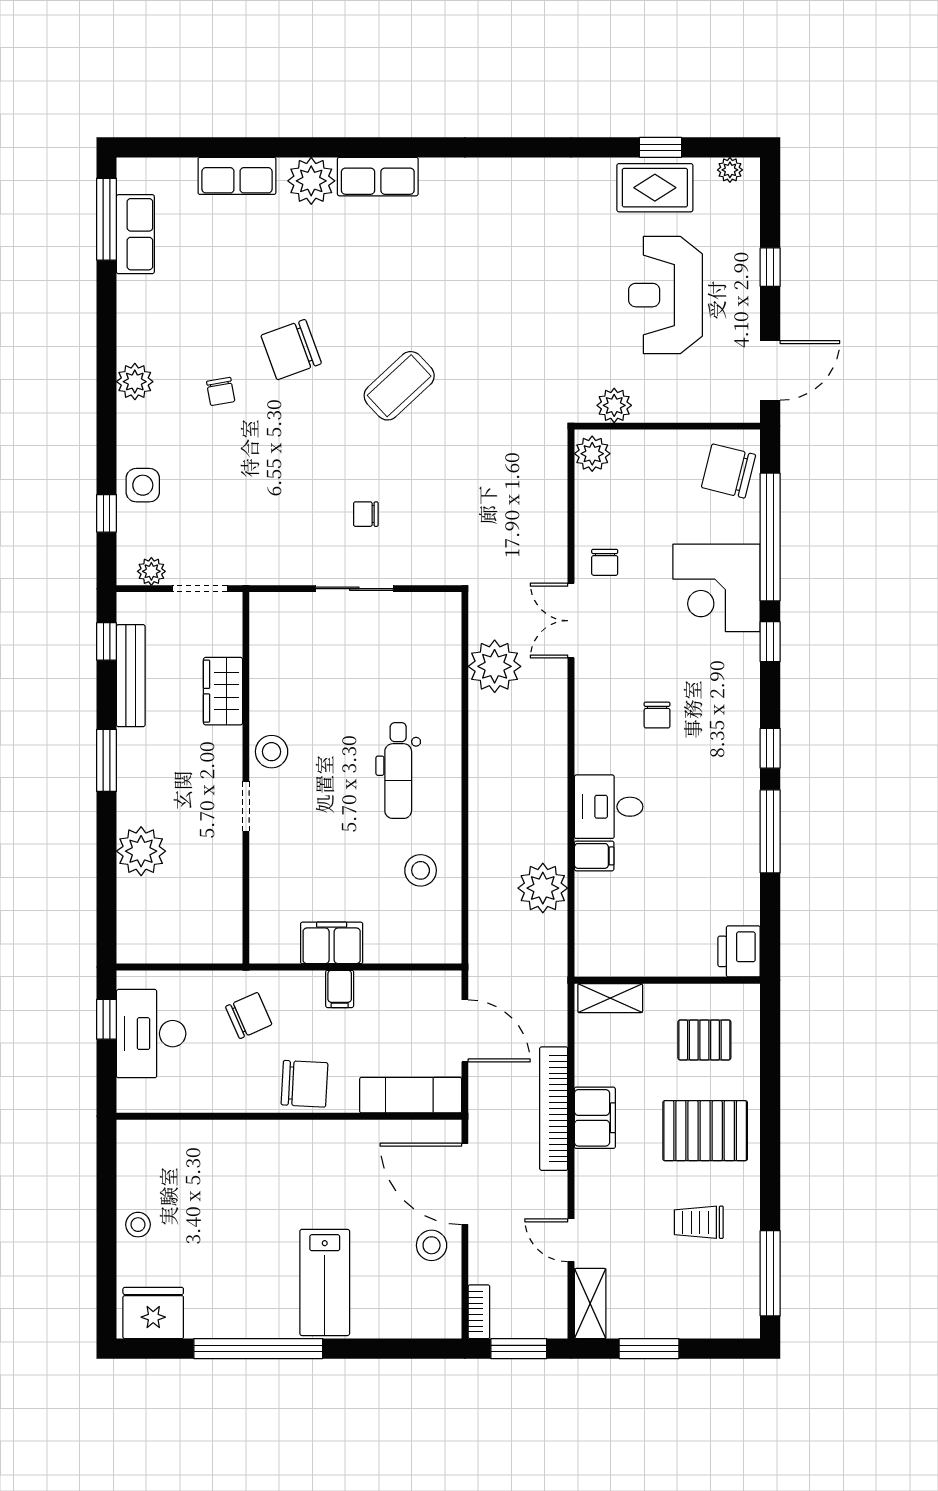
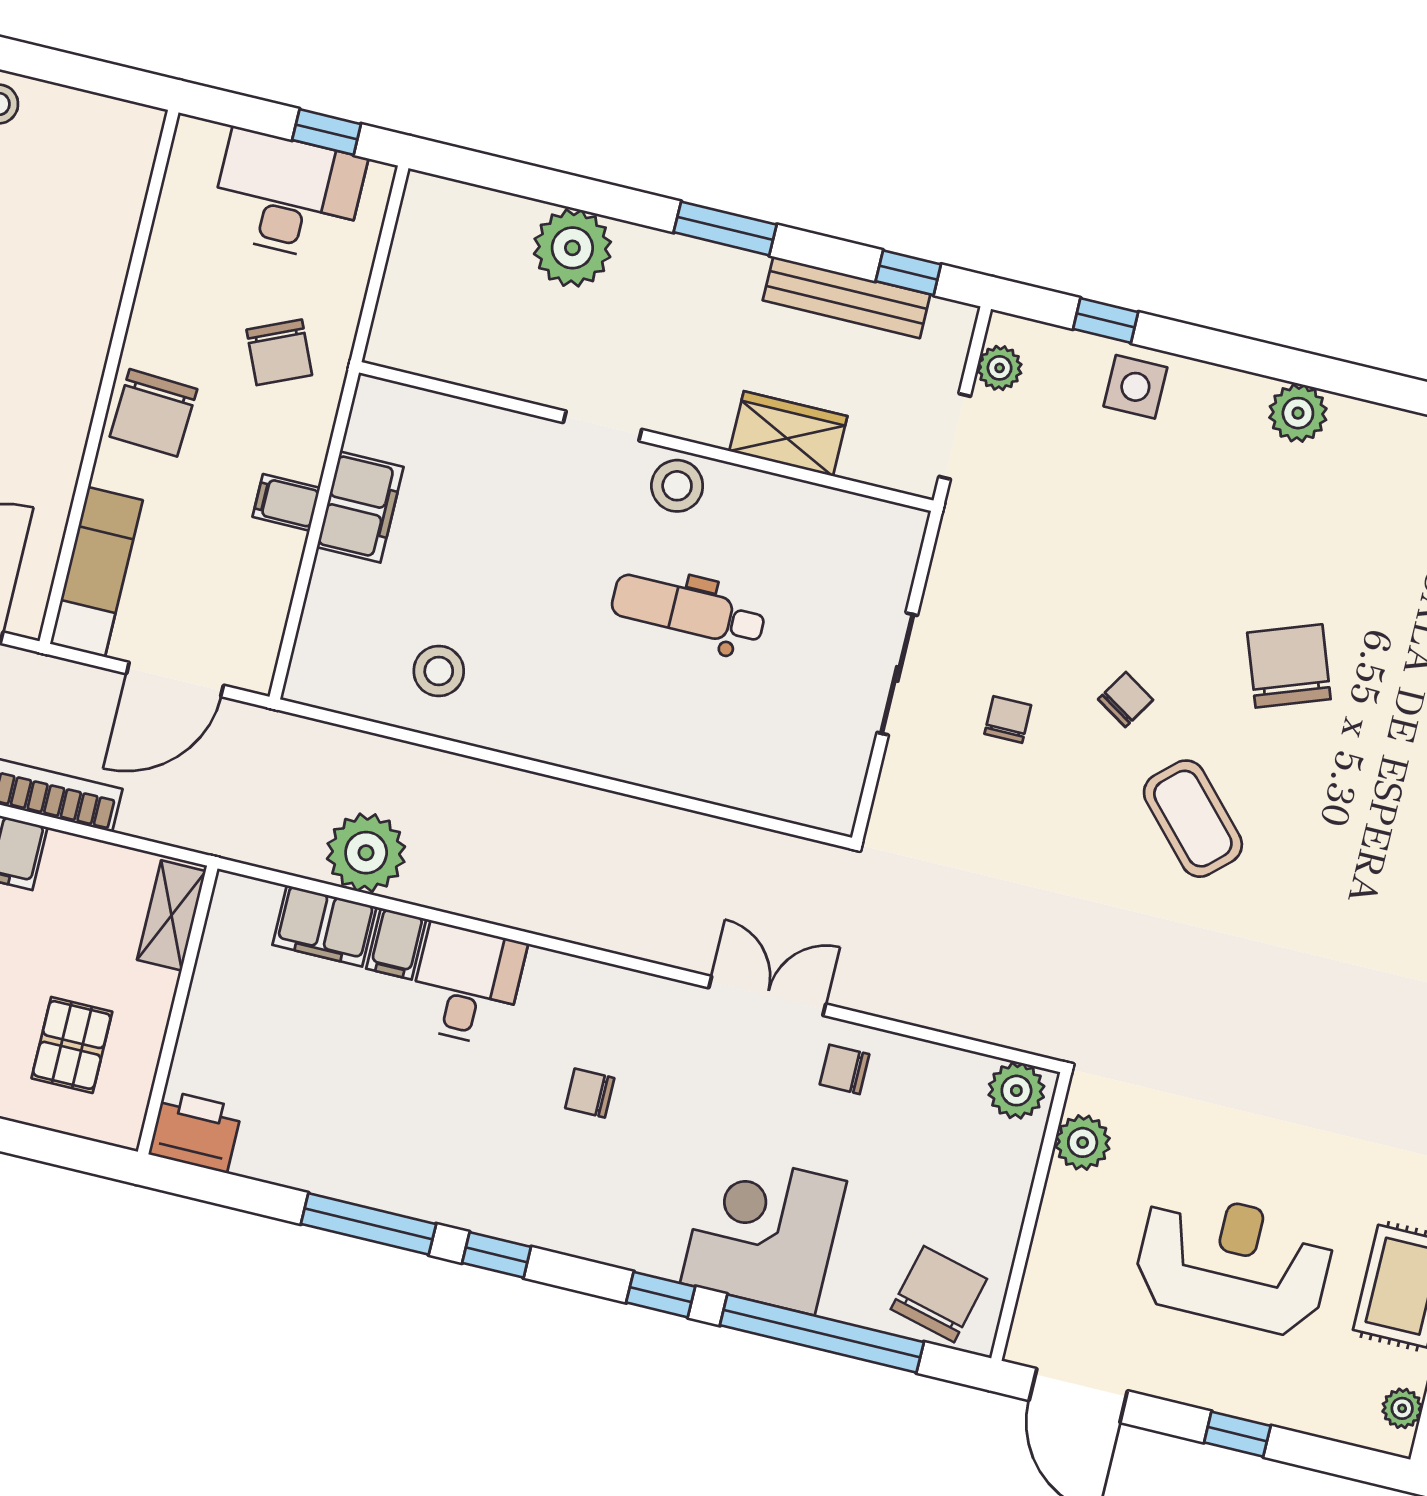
chair: (221, 391) -> (1126, 699), moved, turned 132
plant: (495, 666) -> (725, 861), removed
dental chair: (398, 770) -> (688, 611), moved
filing cabinet: (594, 903) -> (325, 926), added

